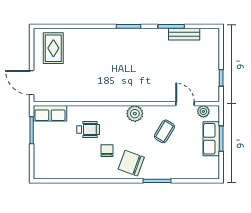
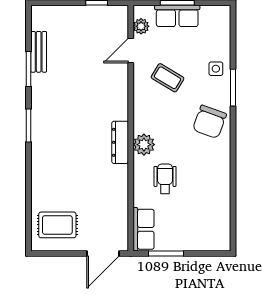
dresser: (116, 96) -> (120, 142), added
plant: (135, 114) -> (144, 145), moved
chair: (107, 151) -> (193, 154), removed
side table: (171, 168) -> (216, 69), added

